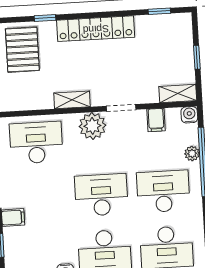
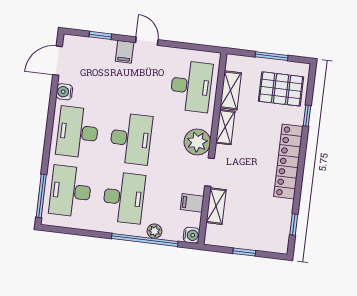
shelving: (178, 93) -> (216, 206), moved
shelving: (33, 101) -> (231, 90), added

